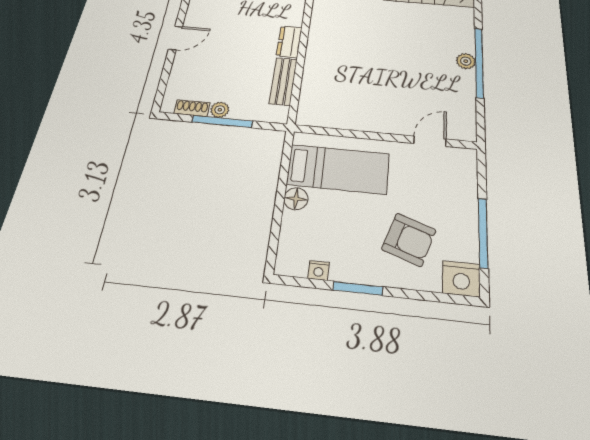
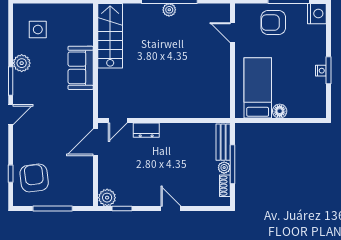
dresser: (289, 42) -> (146, 130), moved
bench: (283, 81) -> (223, 142), moved, turned 90
armchair: (409, 240) -> (273, 23), moved, turned -109
nightstand: (319, 270) -> (321, 71), moved

